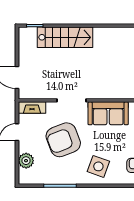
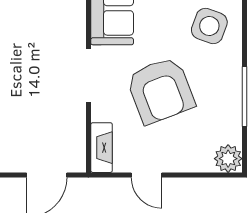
plant: (26, 161) -> (228, 159), moved

